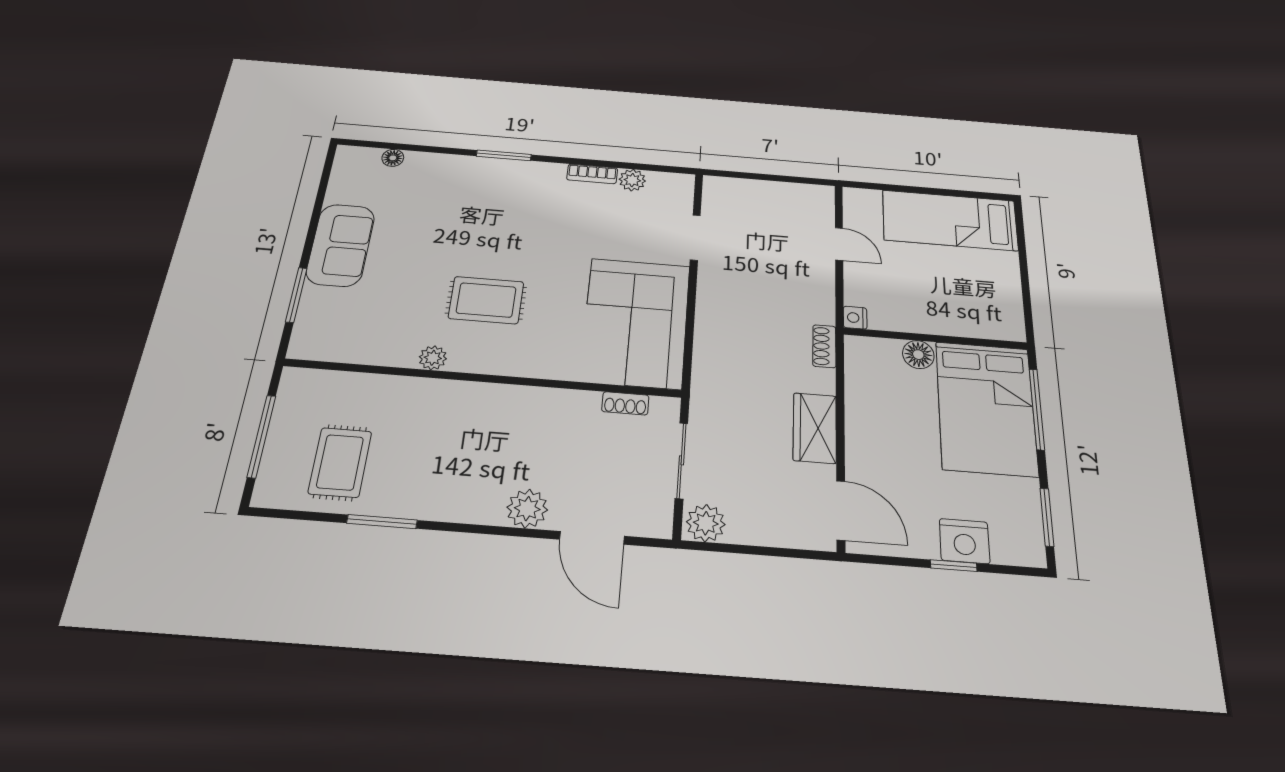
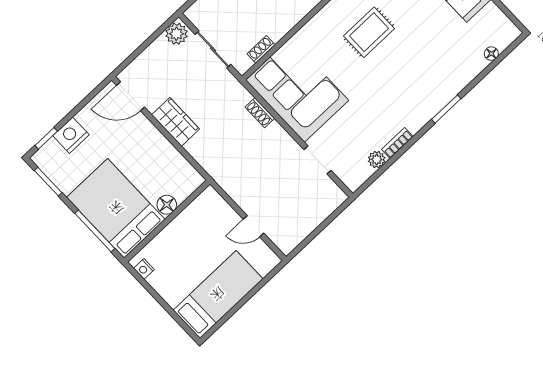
nightstand: (855, 318) -> (144, 269), moved, turned 180
shoe rack: (824, 346) -> (260, 113), moved, turned 180
window: (954, 566) -> (46, 138), moved

